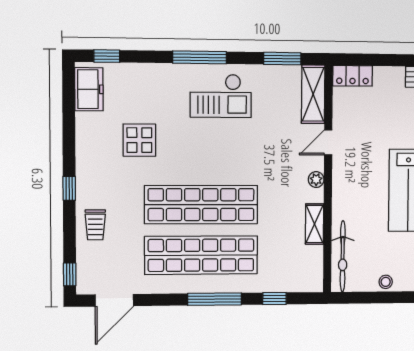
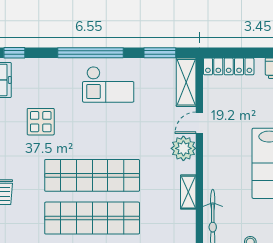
window: (199, 57) -> (90, 53), width x1.46
locker: (353, 76) -> (229, 66), width x1.53
plant: (316, 180) -> (183, 148), width x1.87, depth x1.87

